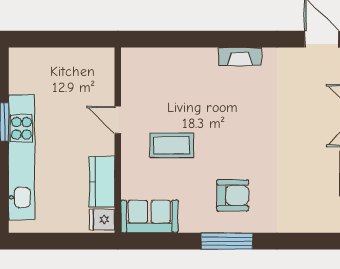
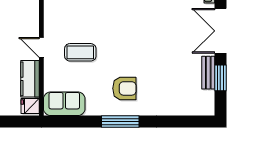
door: (118, 120) -> (41, 47), moved

